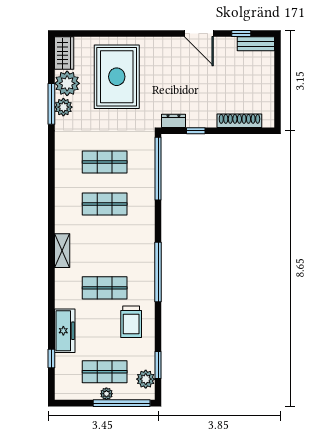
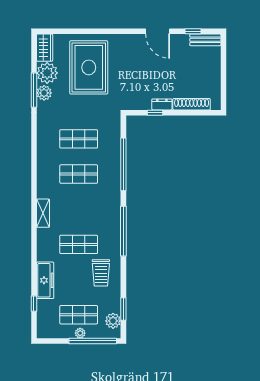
dresser: (173, 121) -> (162, 104), moved
window: (158, 169) -> (123, 164), moved

